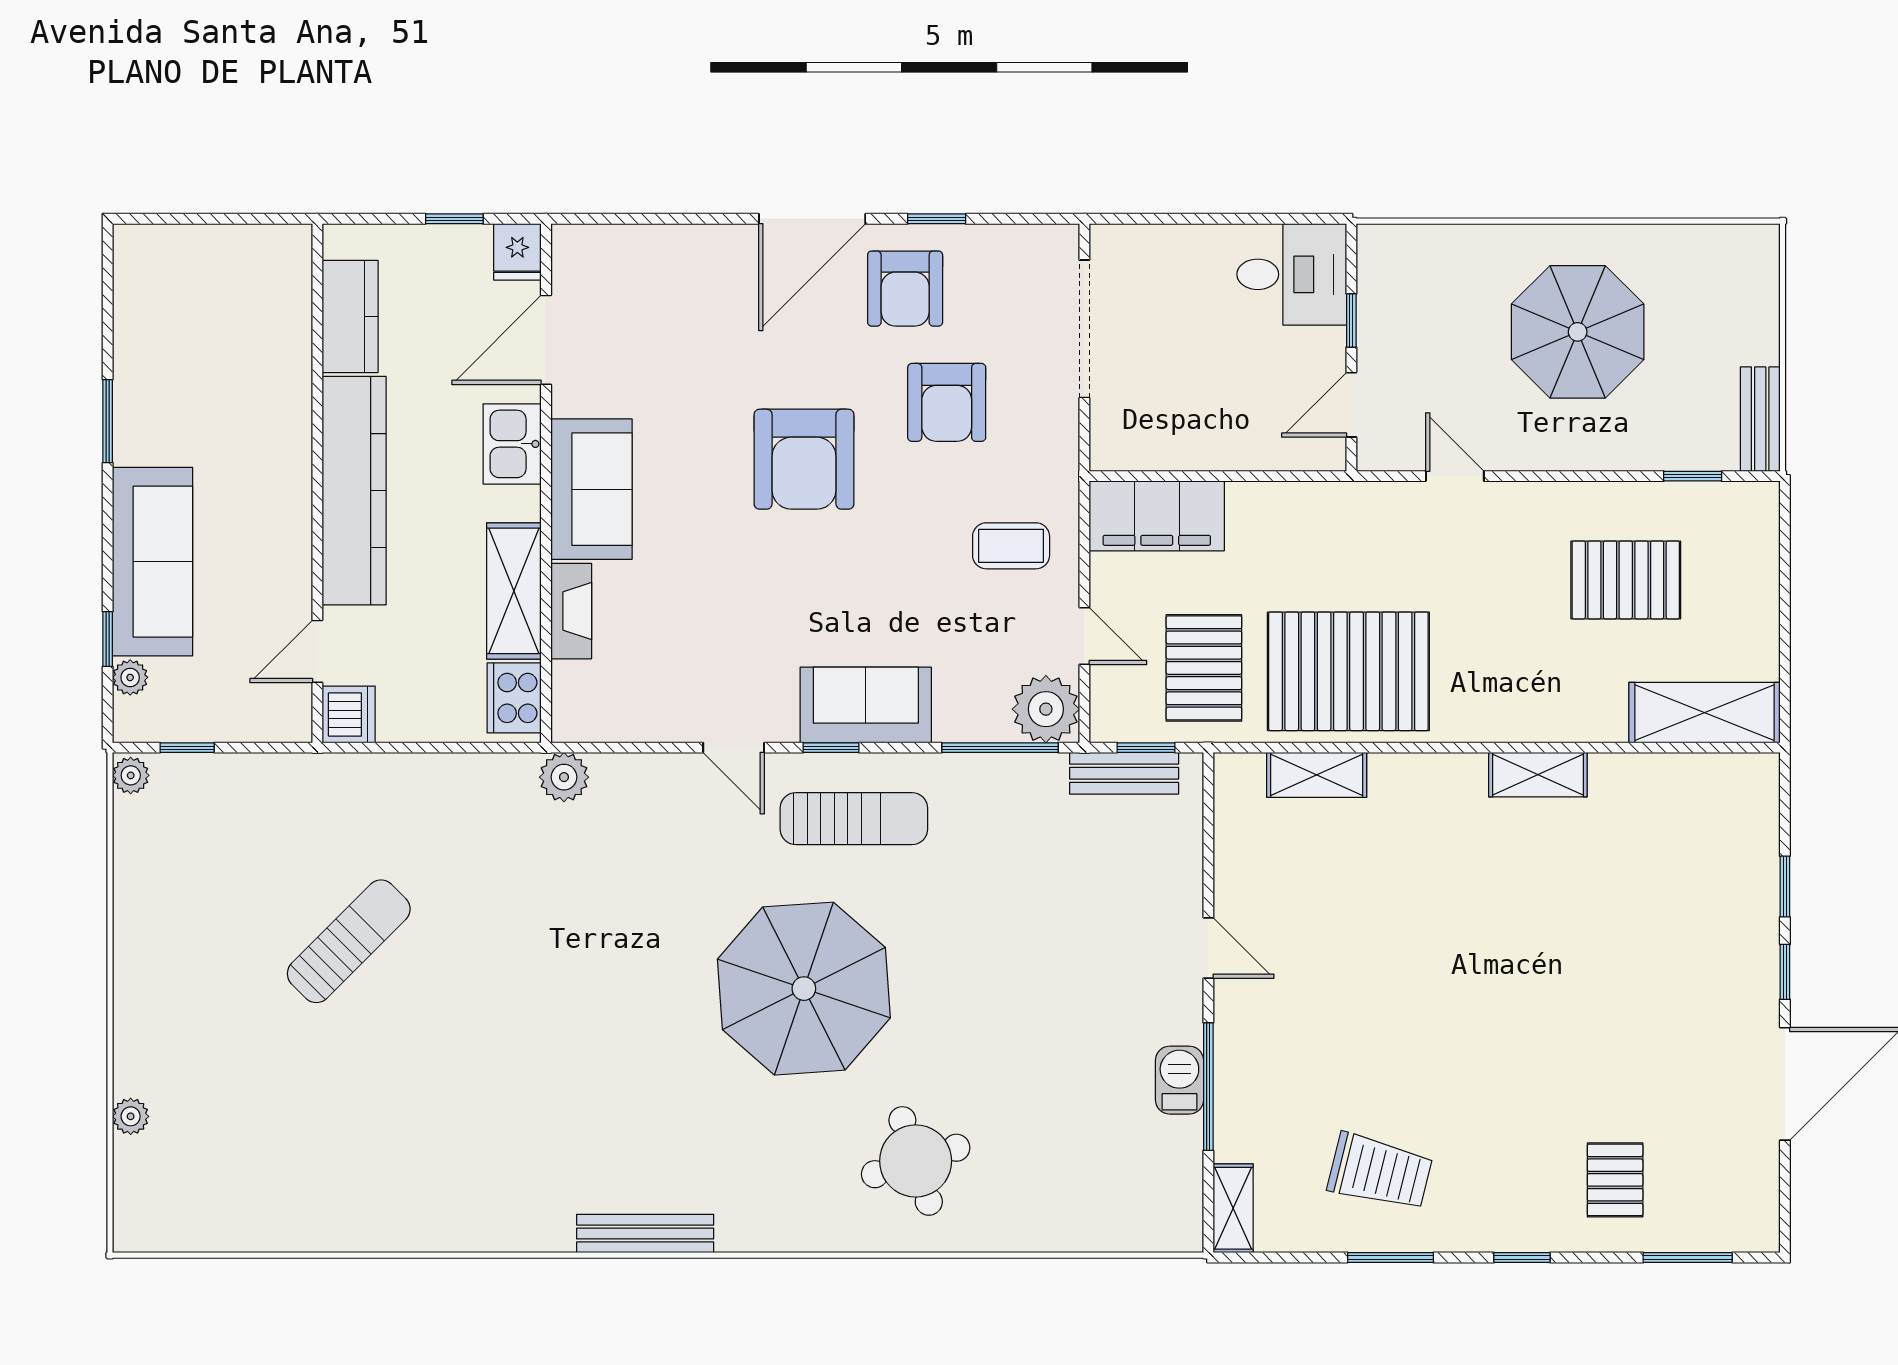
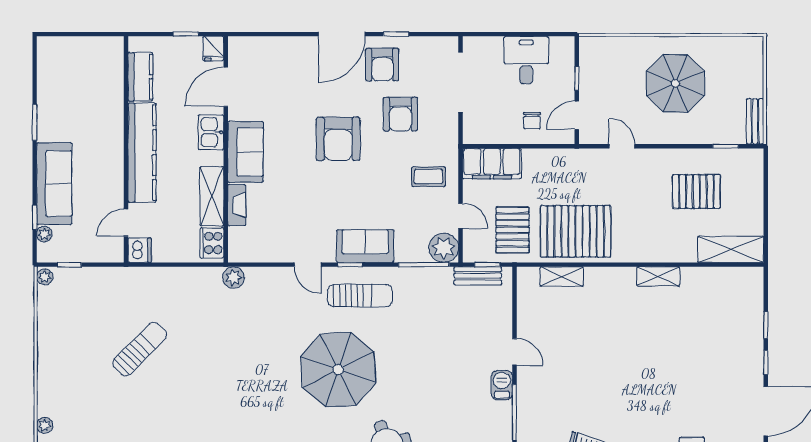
desk: (1292, 274) -> (526, 60), moved, turned -90
chair: (1249, 417) -> (532, 120), added
barbecue: (1179, 1080) -> (502, 385), moved

